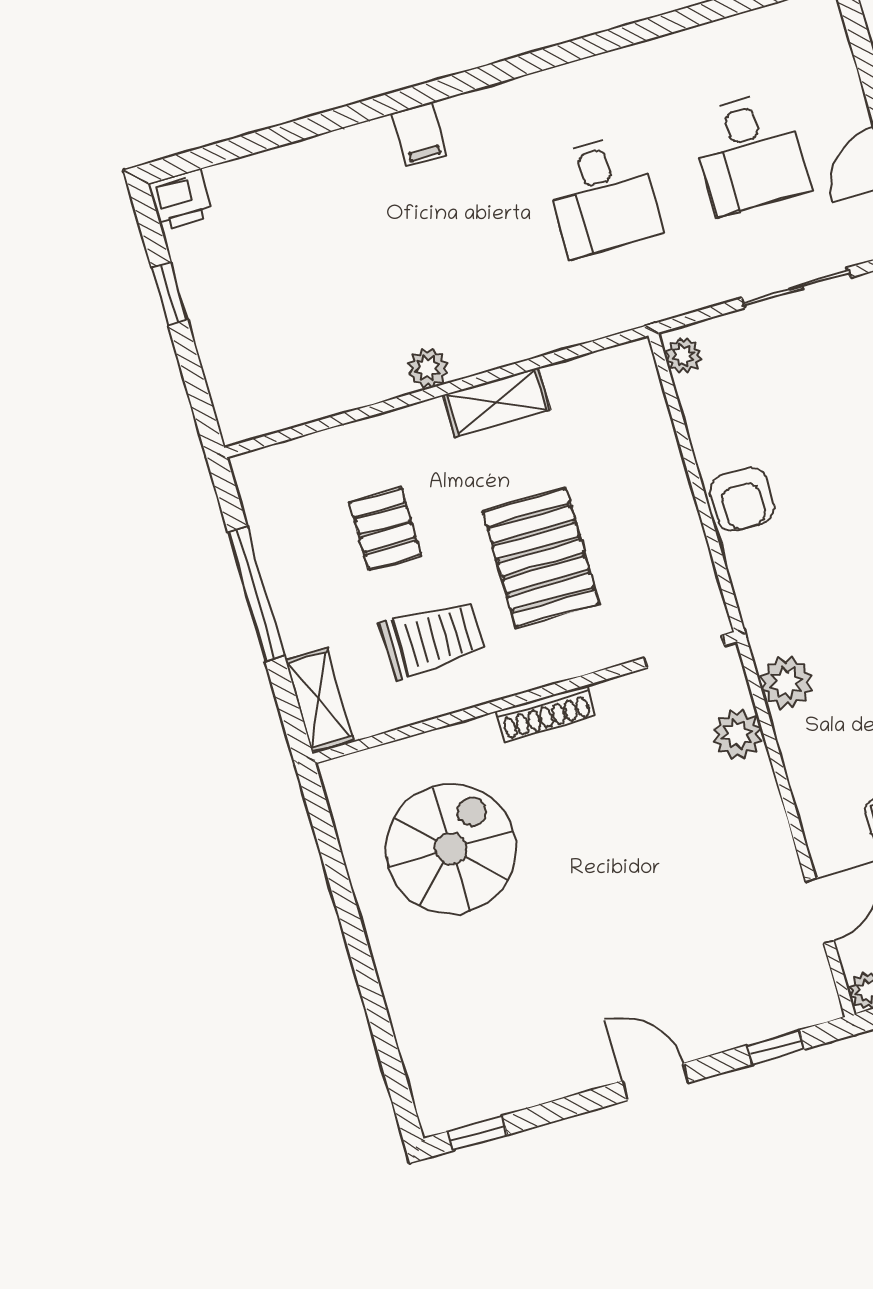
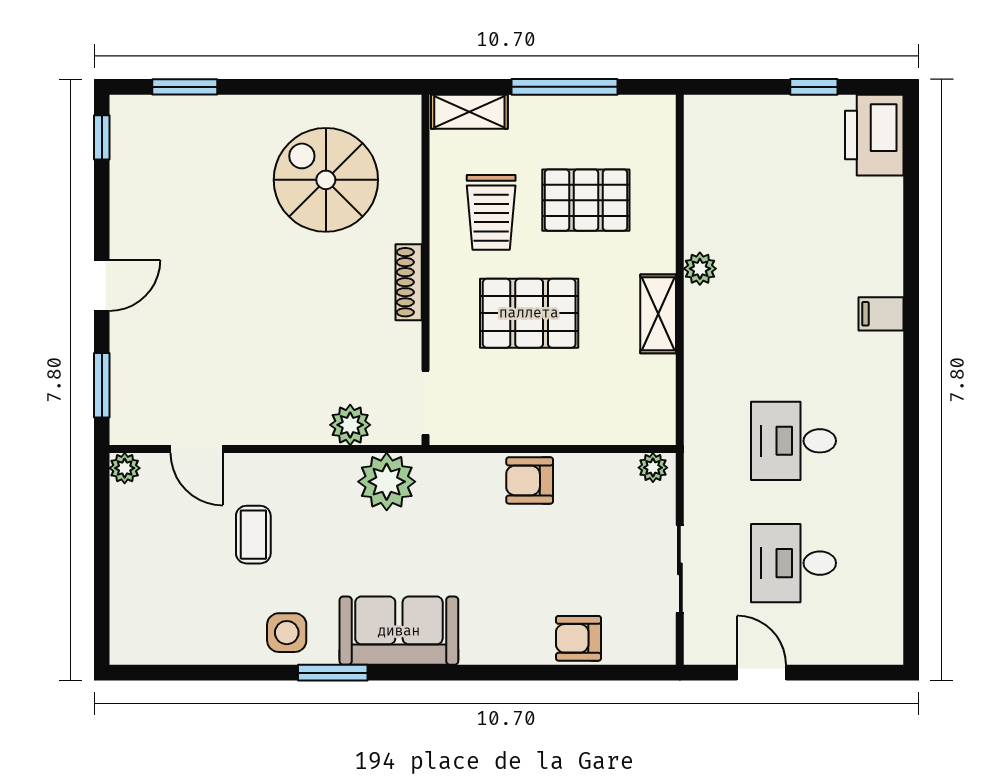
printer: (181, 200) -> (874, 135), width x1.87, depth x1.48
pallet: (385, 529) -> (586, 200), width x1.50, depth x1.42
plant: (786, 683) -> (387, 482), width x1.36, depth x1.36
spiral stairs: (451, 849) -> (326, 180), turned 180
window: (776, 1047) -> (102, 385), width x1.50
window: (388, 1051) -> (185, 87), added

